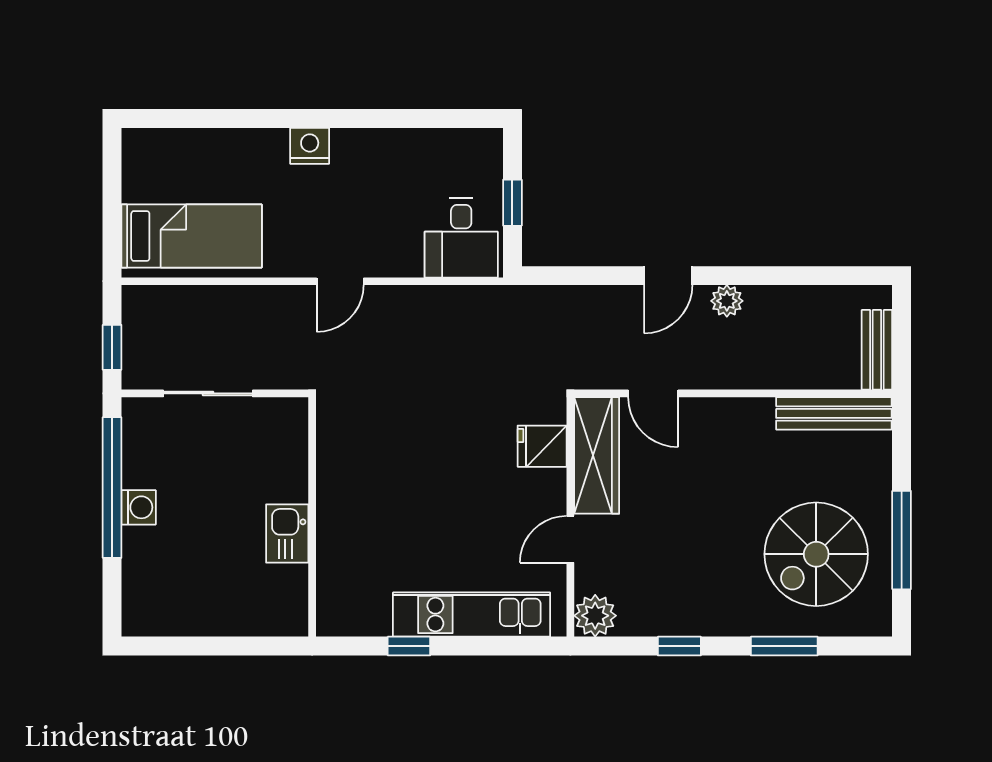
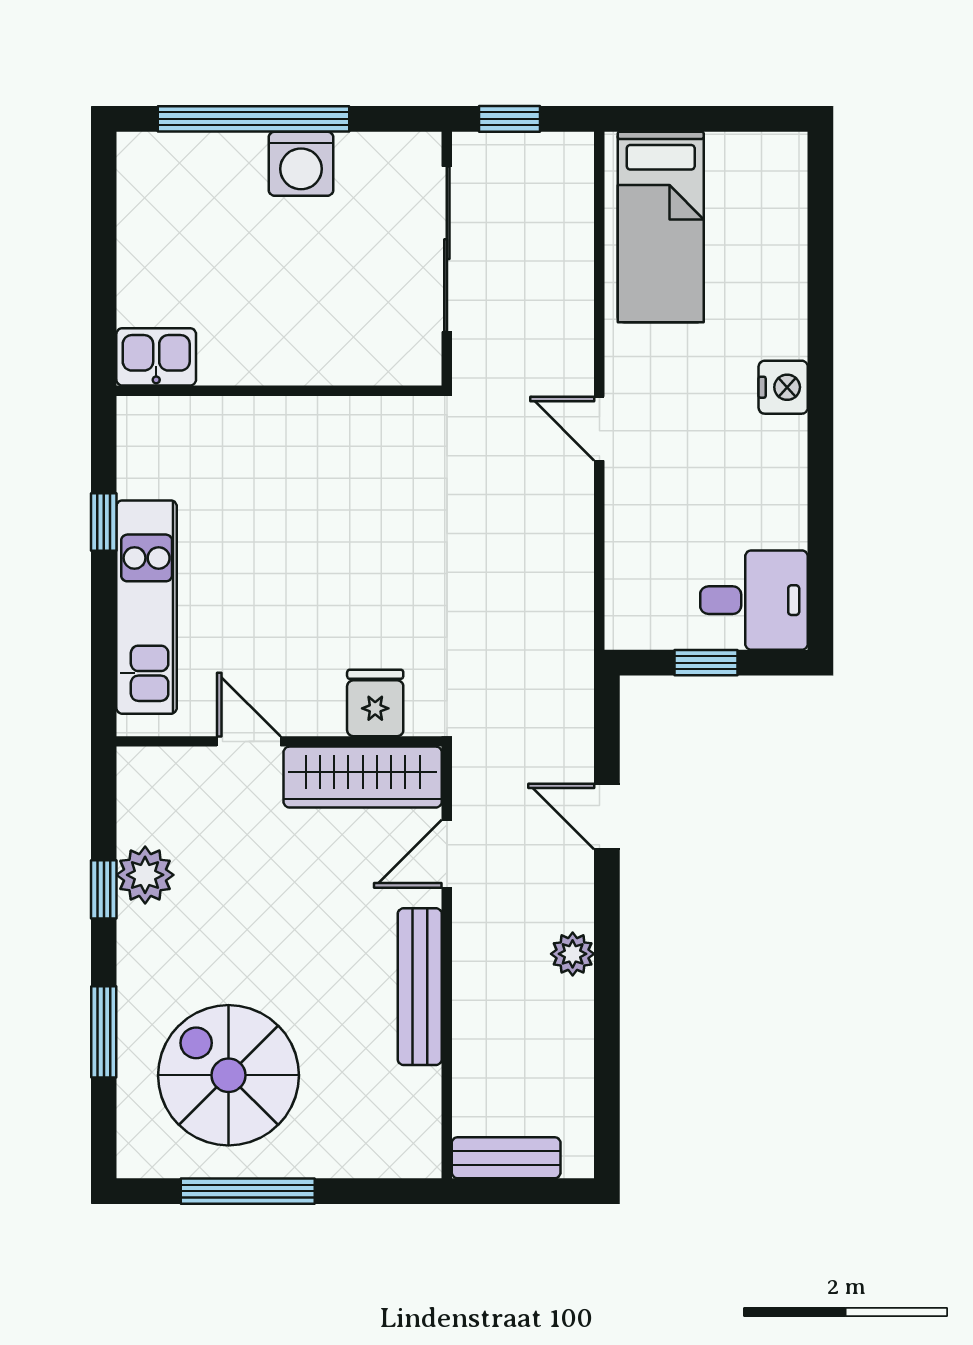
desk: (461, 238) -> (754, 600), moved, turned 180
door: (668, 276) -> (607, 816), moved
sliding door: (208, 393) -> (447, 249), width x1.37
bench: (834, 413) -> (420, 987), moved
window: (112, 488) -> (253, 119), moved
washing machine: (139, 507) -> (301, 164), width x1.38, depth x1.38
kitchen sink: (287, 533) -> (156, 357), moved
plant: (595, 616) -> (145, 875), moved

